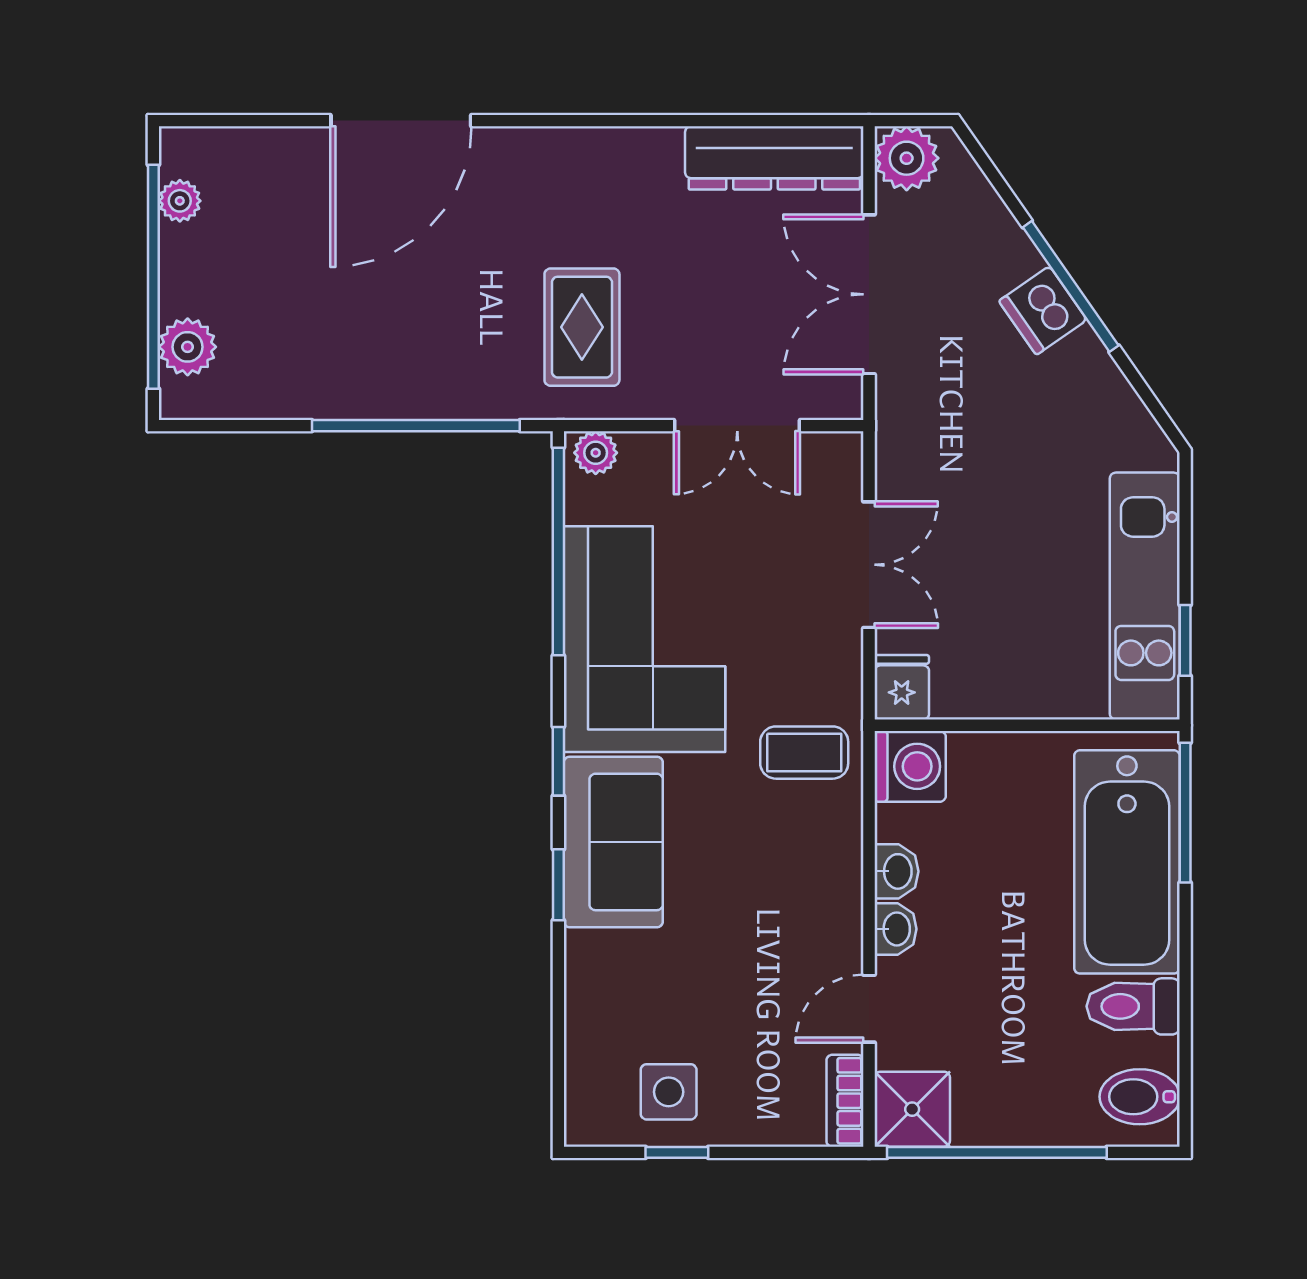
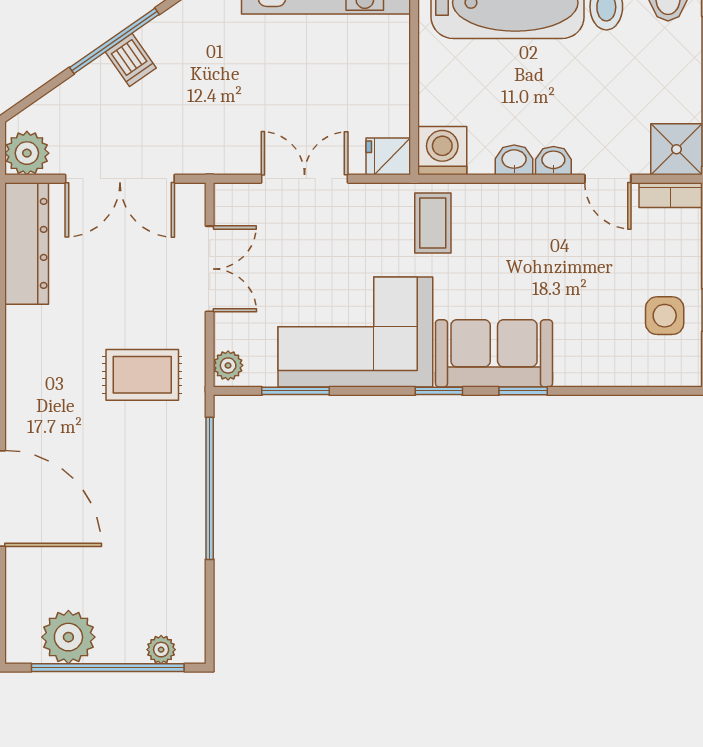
plant: (180, 201) -> (68, 637), width x1.88, depth x1.88
dishwasher: (1043, 310) -> (131, 60), width x0.73
plant: (188, 347) -> (161, 650), width x0.73, depth x0.73
window: (558, 552) -> (296, 391), width x0.47

